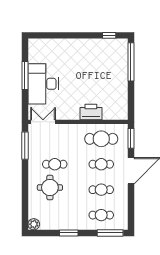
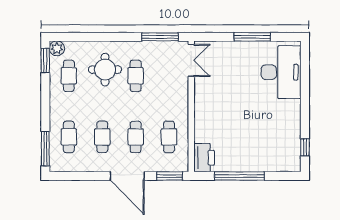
window: (131, 62) -> (239, 176), moved
desk: (43, 84) -> (281, 72), moved, turned 90
printer: (91, 112) -> (204, 158), moved
cafe table: (101, 139) -> (169, 137), width x0.73, depth x0.74
cafe table: (55, 215) -> (69, 76), added
window: (69, 233) -> (45, 60), moved

